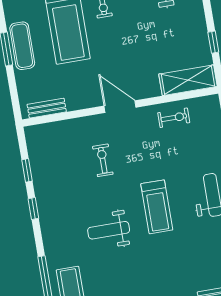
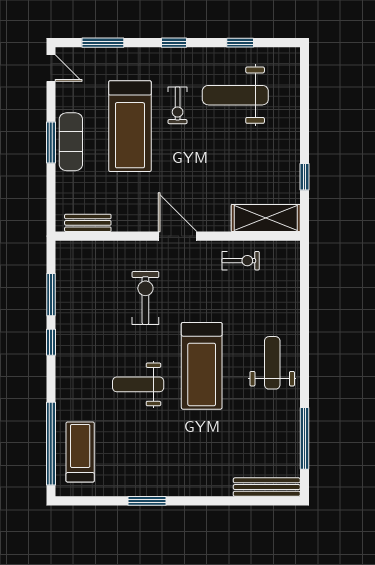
exercise bike: (103, 160) -> (145, 298), width x1.38, depth x1.39
window: (27, 170) -> (51, 295), width x1.50
treadmill: (157, 207) -> (202, 366), width x1.37, depth x1.38

